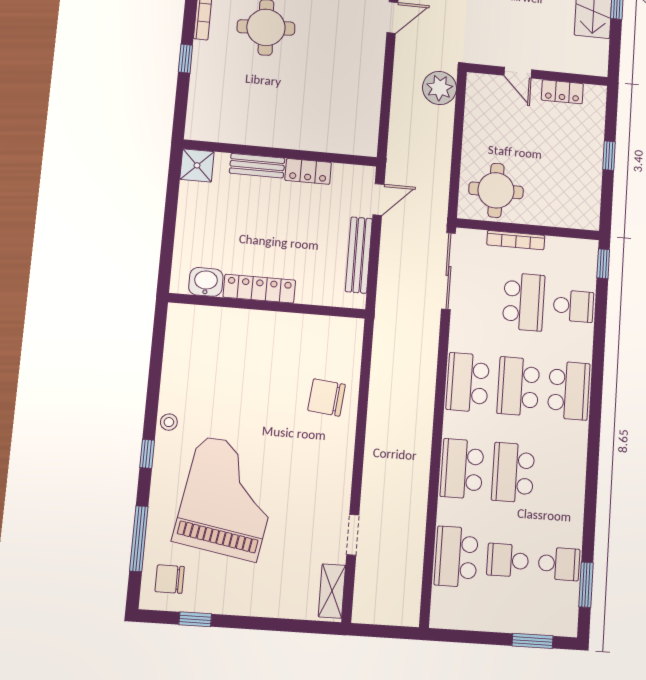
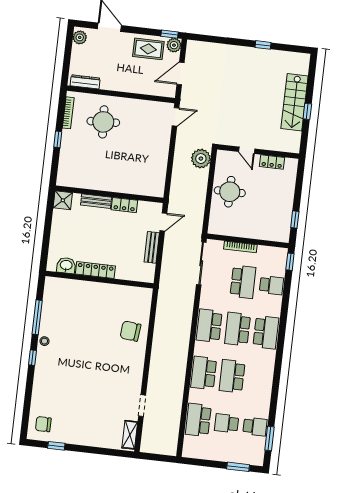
window: (609, 156) -> (295, 220), moved
round table: (496, 190) -> (230, 192), moved
bench: (359, 255) -> (152, 247), width x0.73
grand piano: (228, 498) -> (75, 383), removed
window: (139, 539) -> (37, 317), moved

